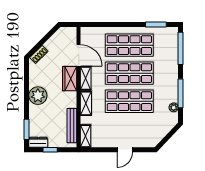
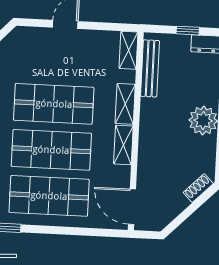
door: (79, 55) -> (132, 207), moved
wardrobe: (70, 79) -> (150, 146), removed

